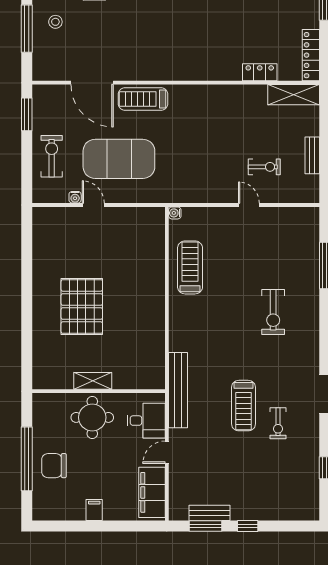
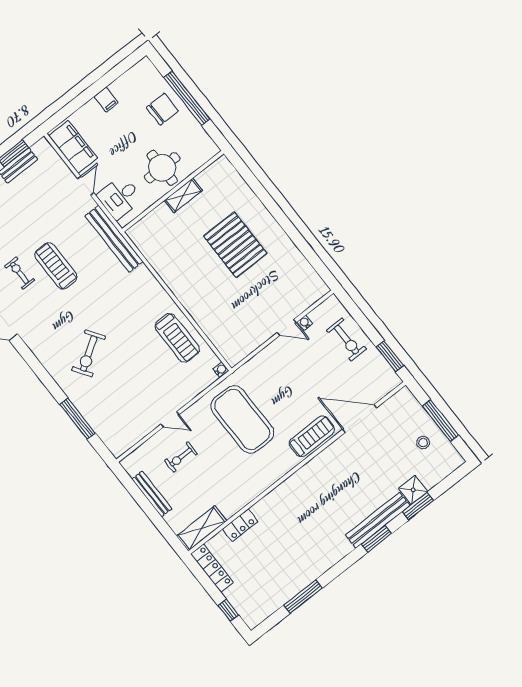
bench: (312, 155) -> (152, 494), width x1.36
exercise mat: (119, 159) -> (242, 419), moved, turned 90
exercise bike: (273, 312) -> (89, 353), turned -123

